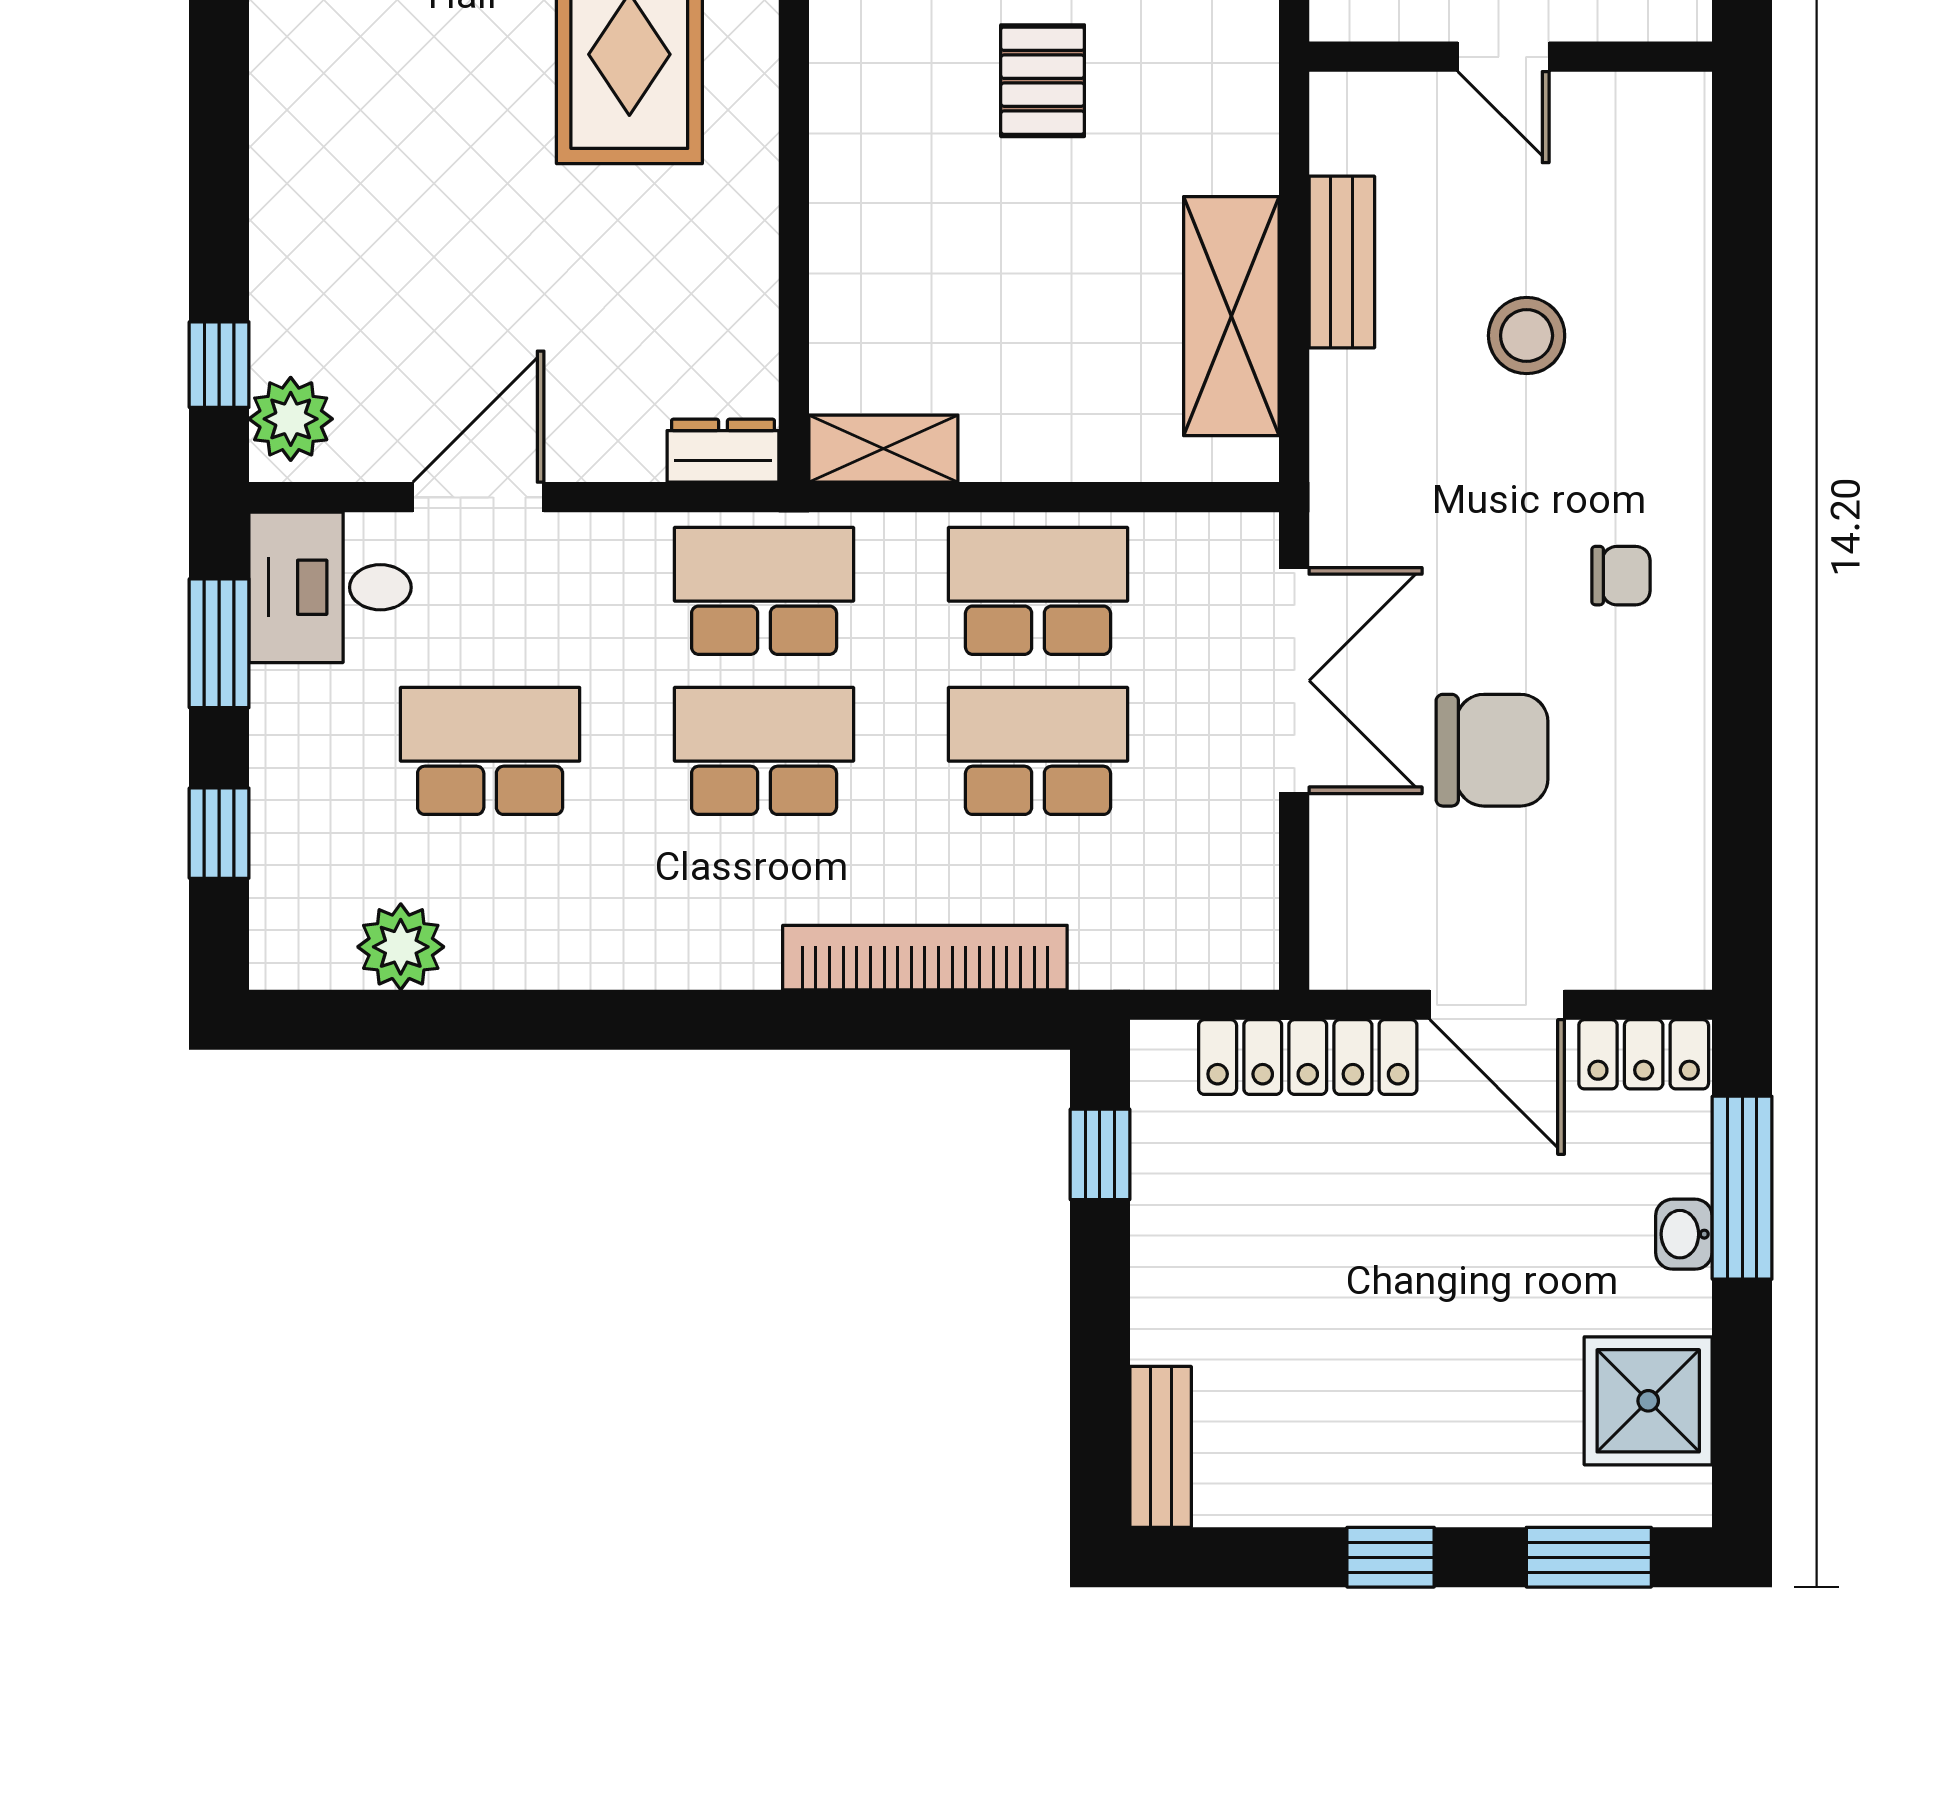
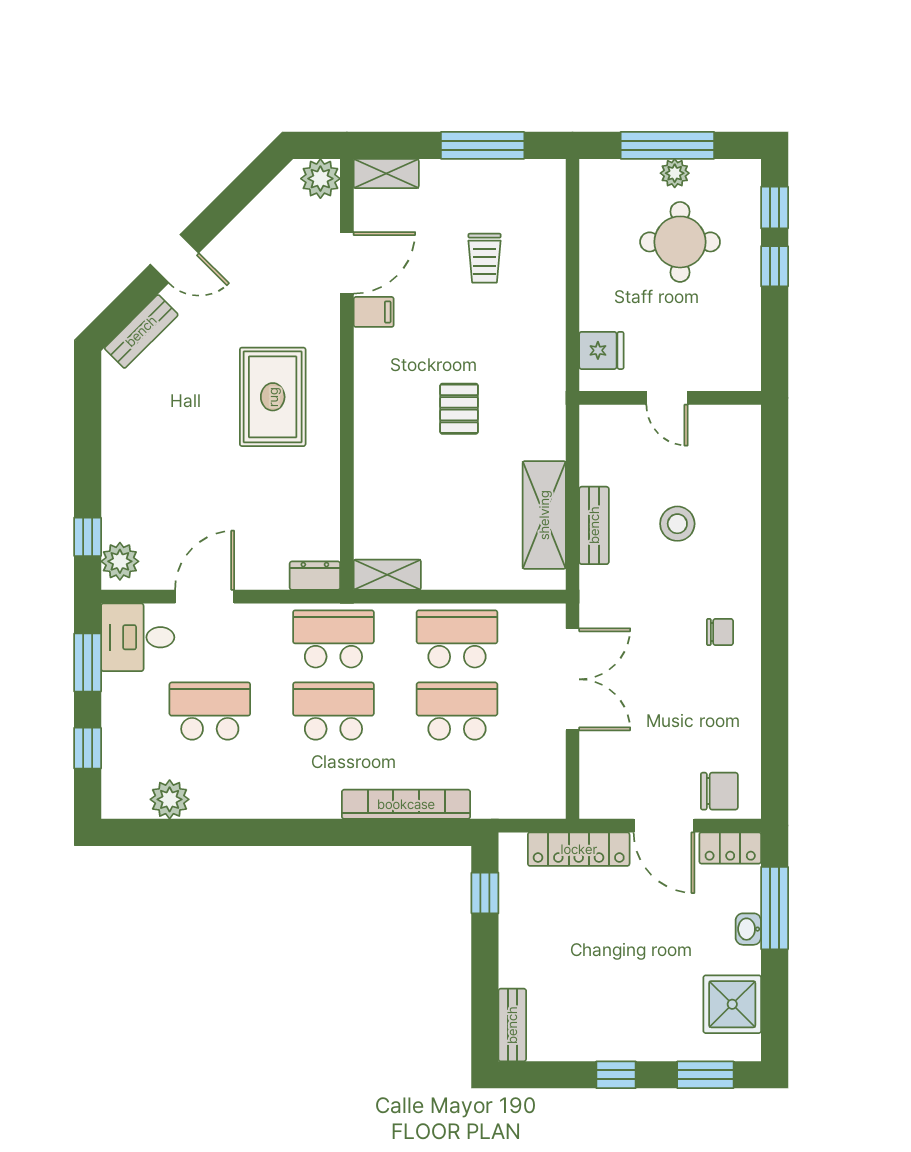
bench: (1342, 262) -> (594, 525), moved
chair: (1492, 750) -> (719, 791), moved, width x0.73, depth x0.73

